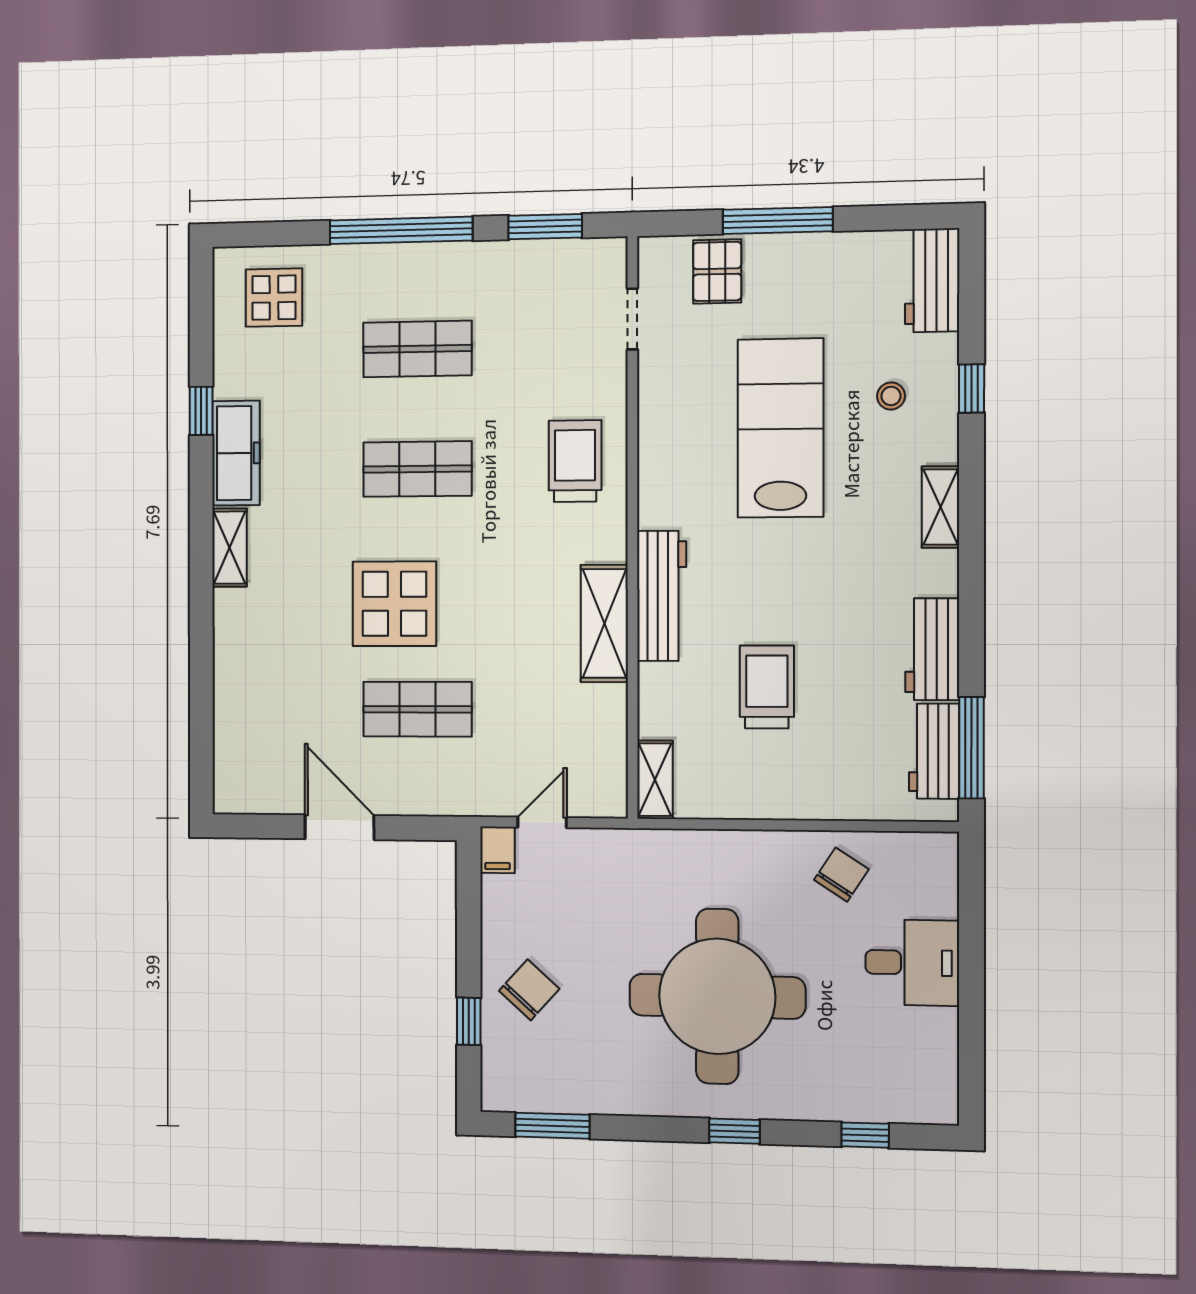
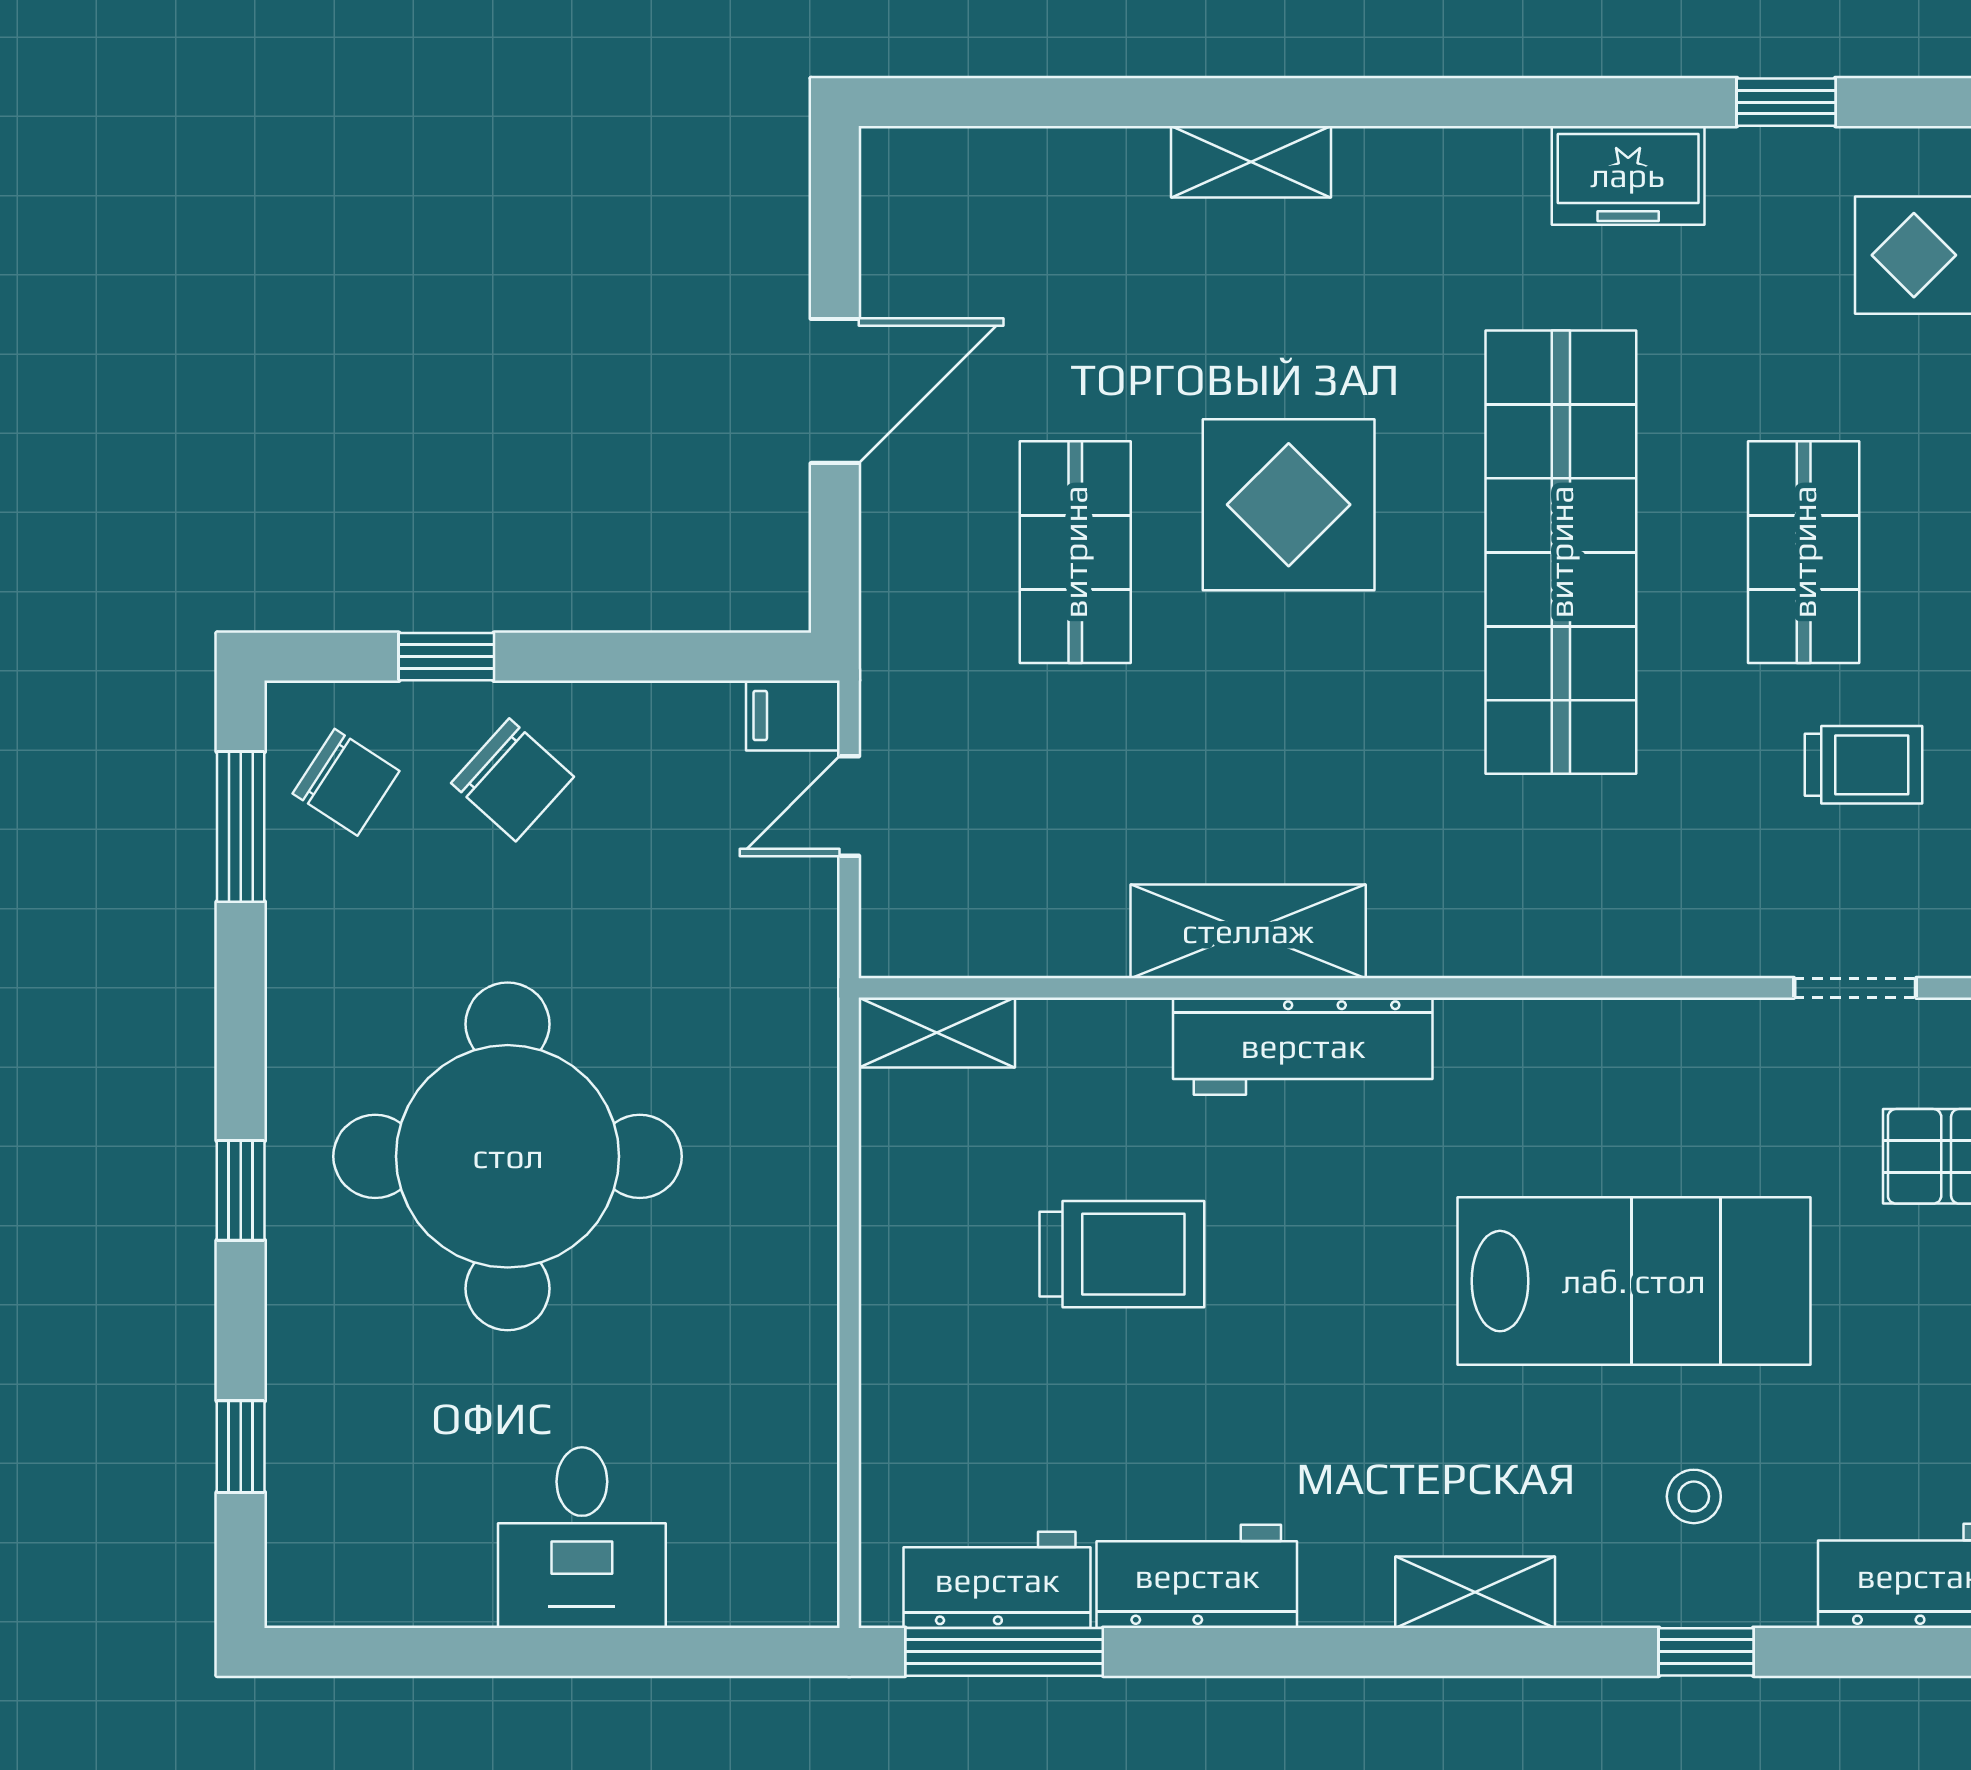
window: (201, 411) -> (1786, 102), moved
freezer: (236, 453) -> (1628, 175), width x0.71
trolley: (575, 461) -> (1863, 765), moved, width x0.73, depth x0.72
shop shelf: (417, 469) -> (1561, 552), width x2.00, depth x1.36
shelving: (230, 548) -> (1251, 162), moved
door: (542, 822) -> (849, 806), swing flipped
chair: (841, 875) -> (346, 782), moved

